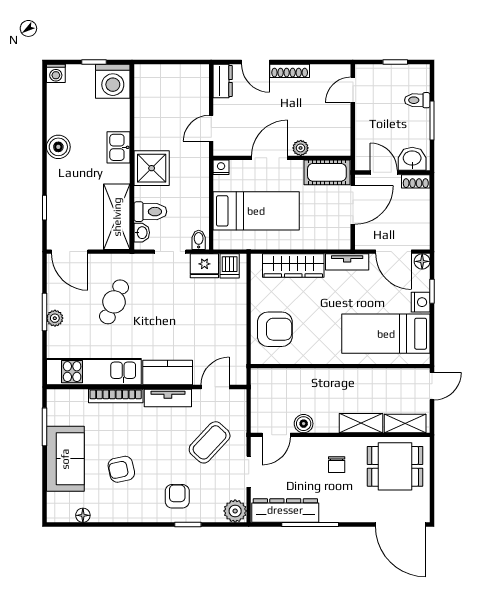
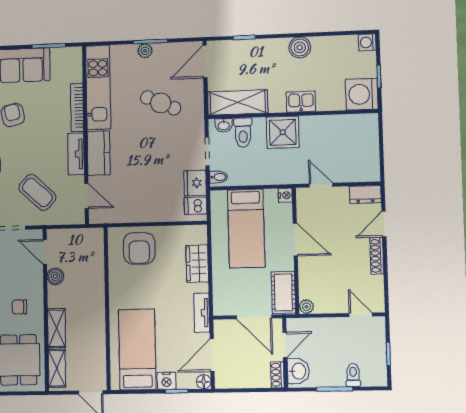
plant: (301, 148) -> (306, 307), moved
wardrobe: (293, 266) -> (197, 264), width x0.67

